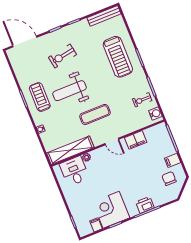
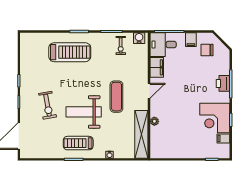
bench: (104, 16) -> (25, 50), removed
weight bench: (69, 91) -> (84, 112), turned 90
desk: (74, 171) -> (163, 45), moved

